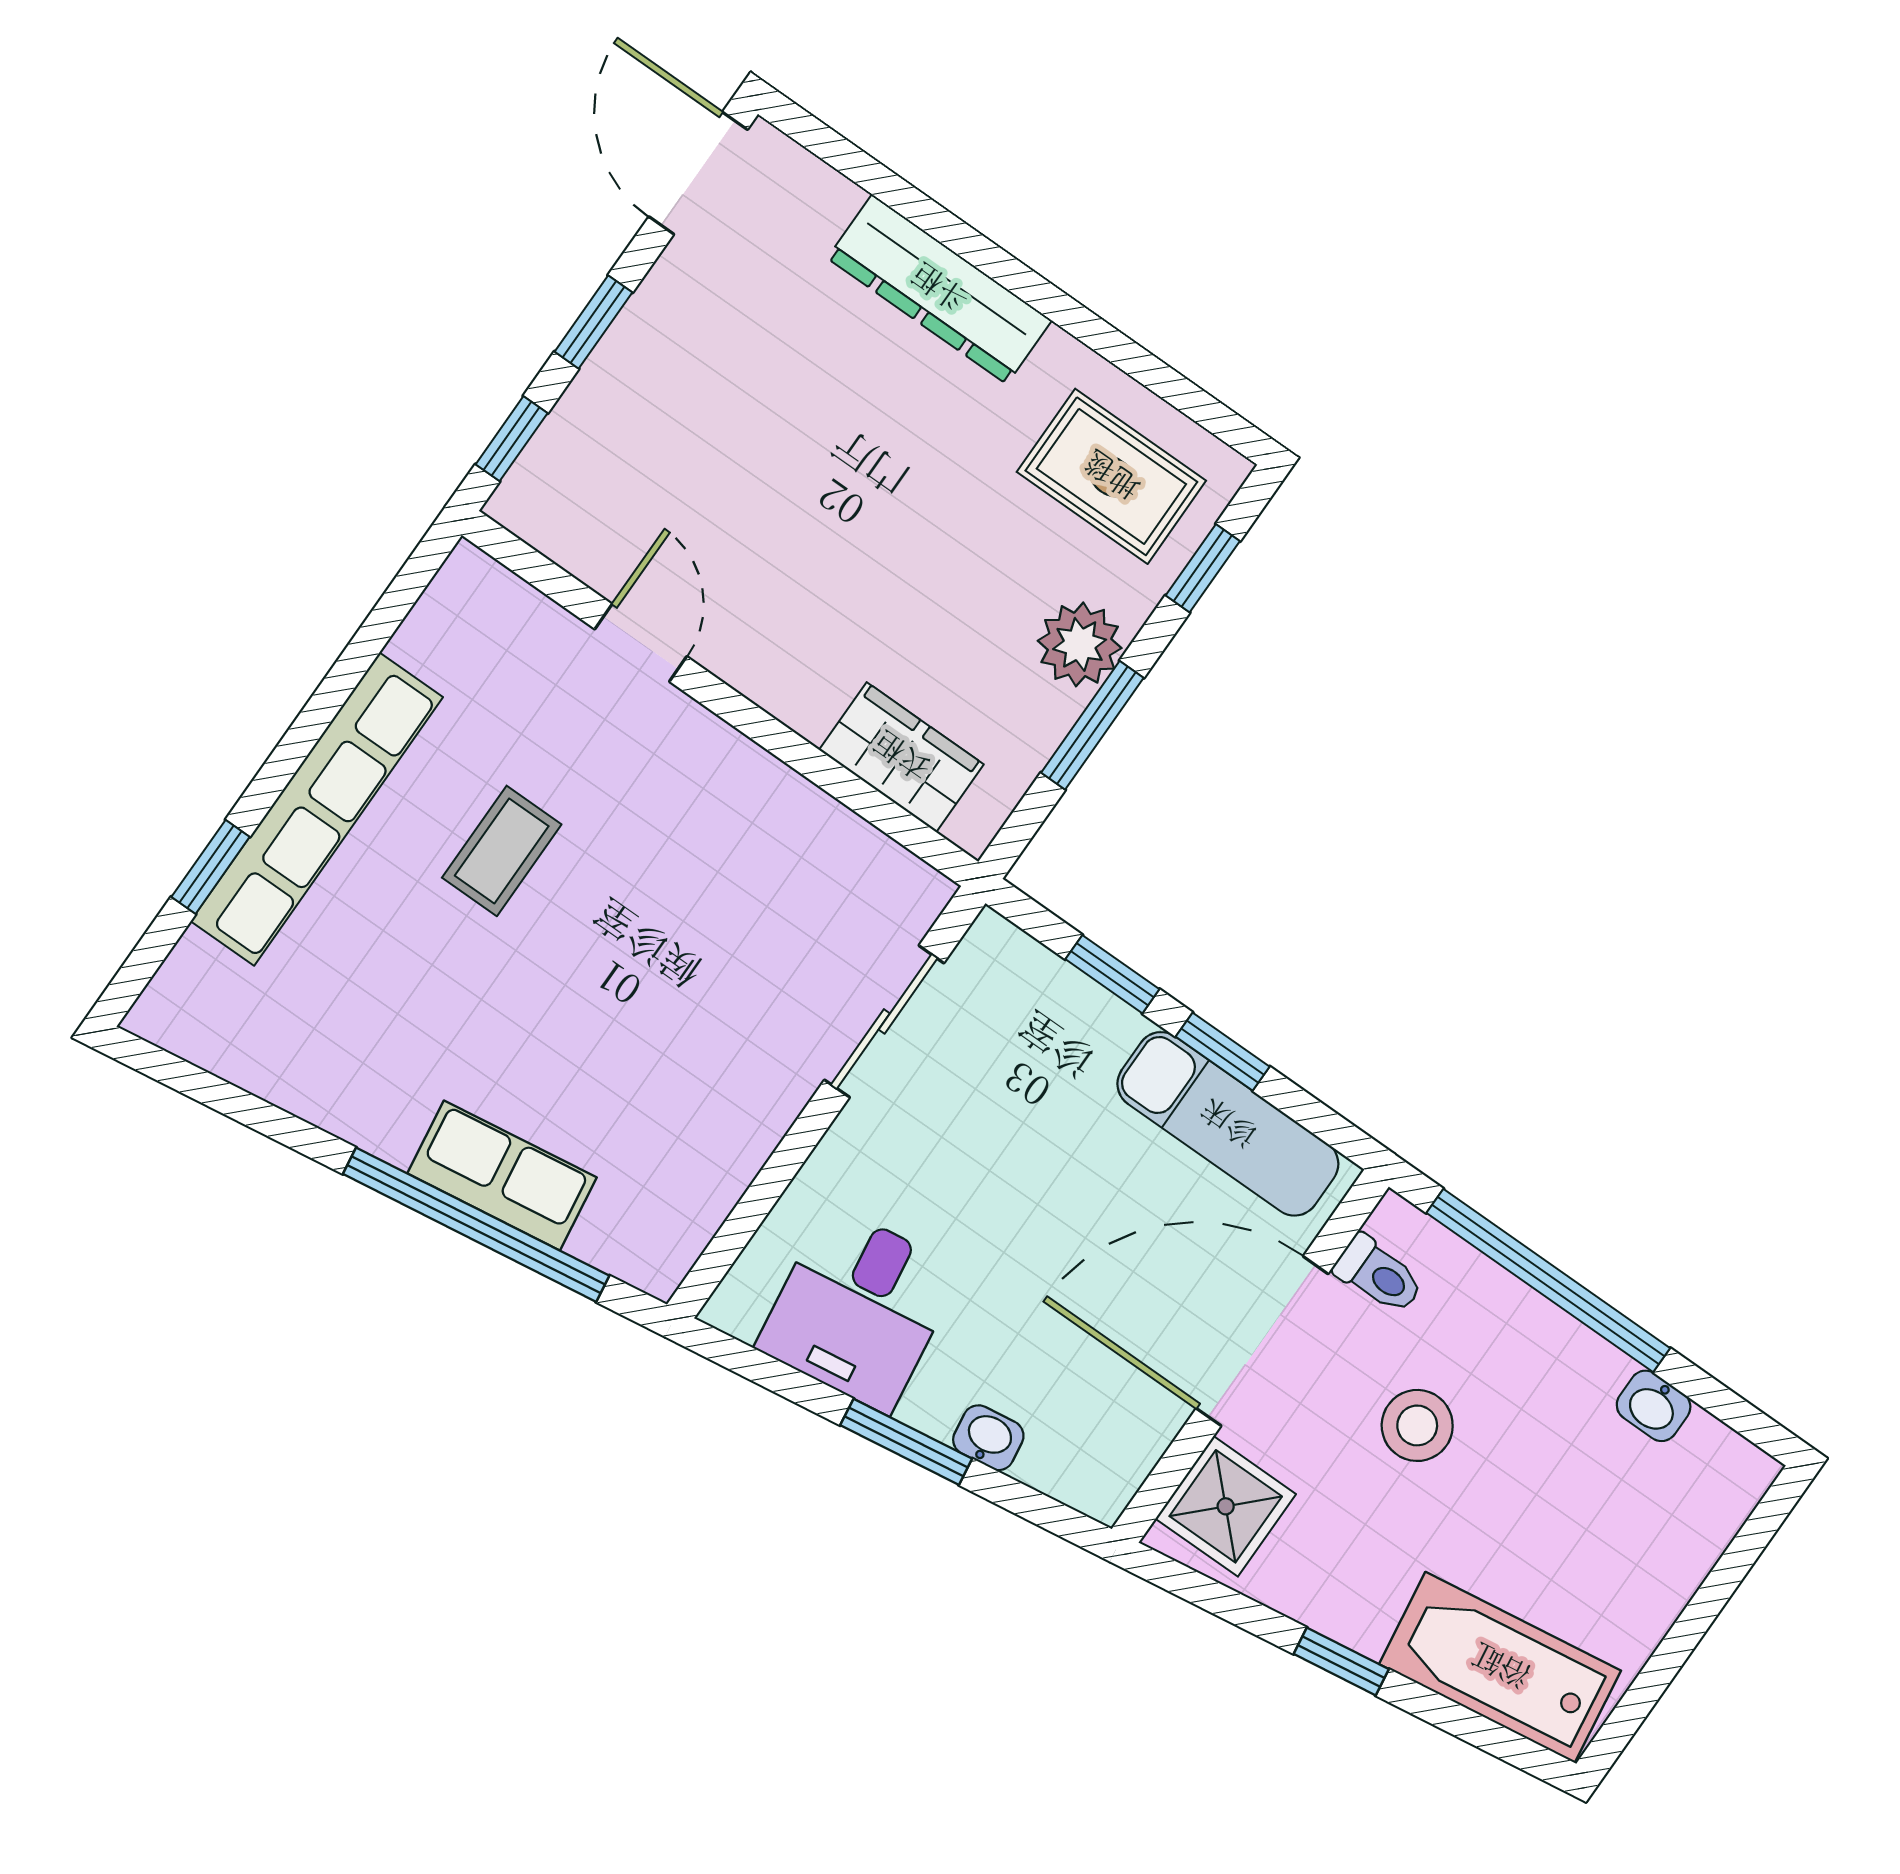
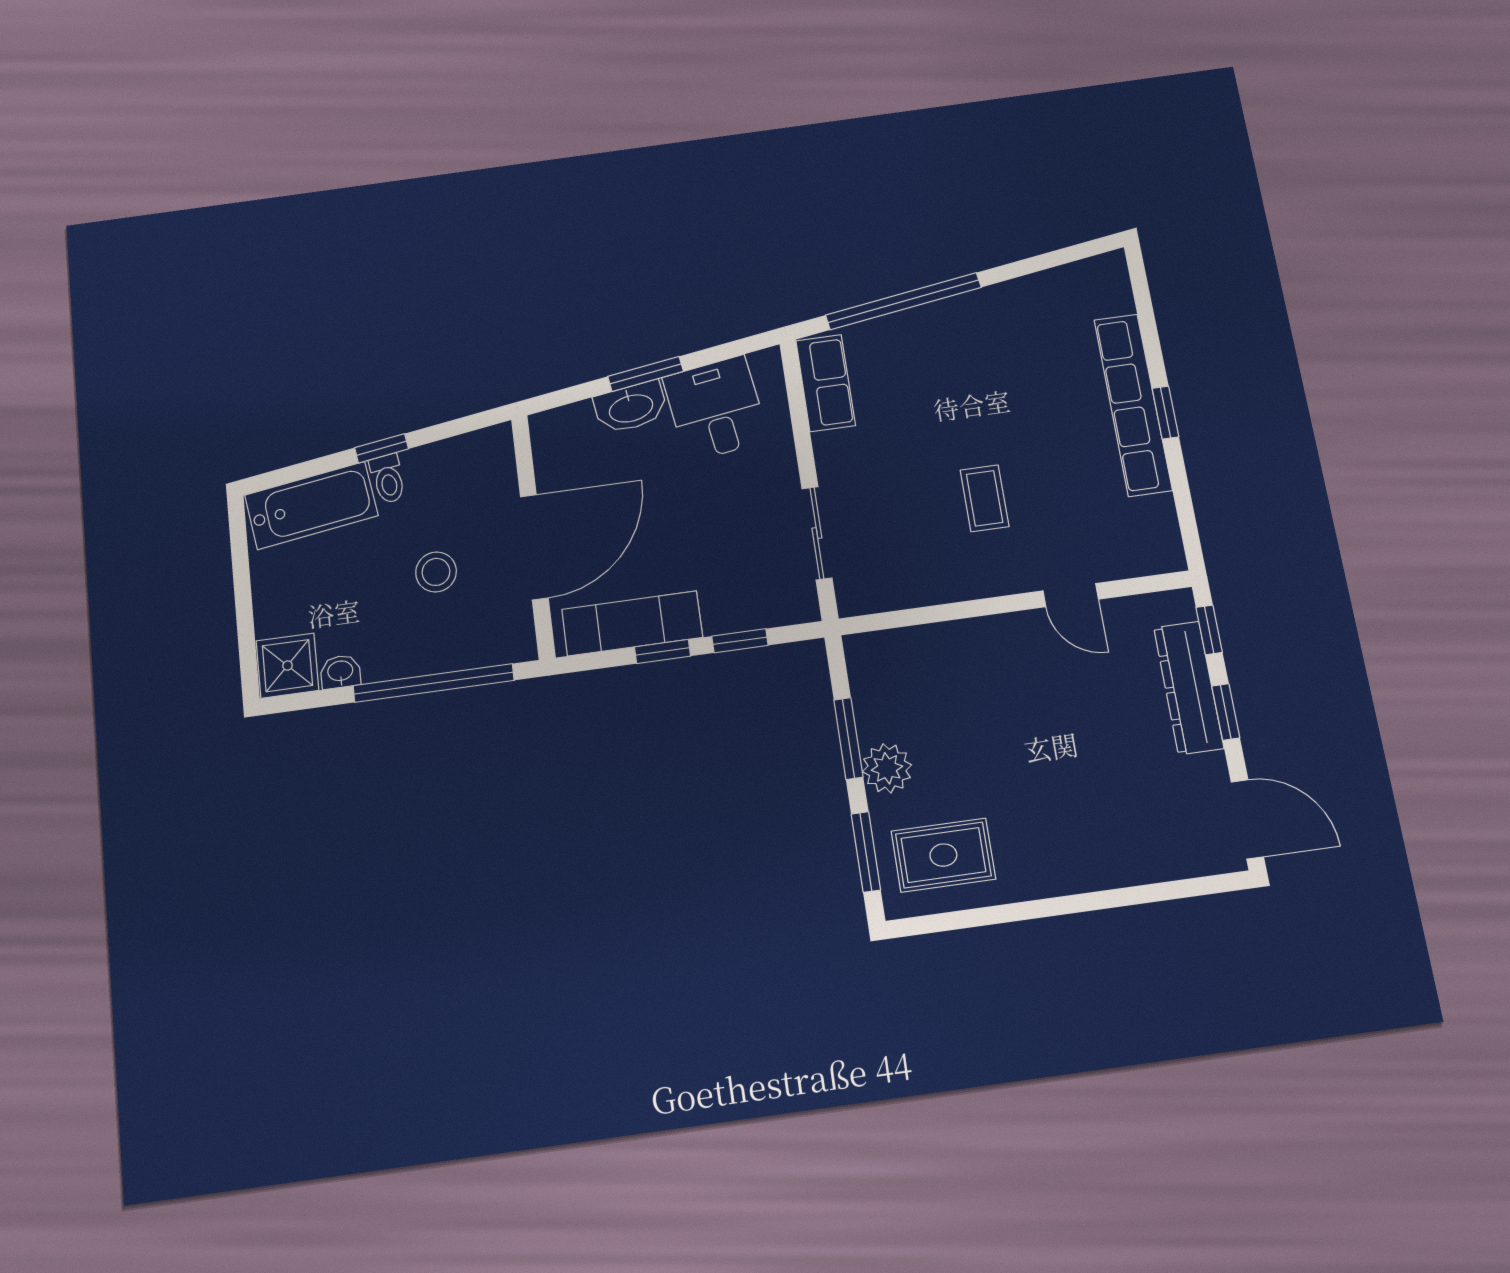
dresser: (939, 289) -> (1189, 688), moved, turned -90
window: (1203, 568) -> (866, 852), width x1.50
wardrobe: (901, 757) -> (916, 649), removed
coffee table: (502, 851) -> (985, 498), moved
window: (211, 867) -> (1165, 413), moved
row of seats: (502, 1175) -> (826, 383), moved, turned -82
toilet: (1379, 1275) -> (388, 479), moved, turned -98
washbasin: (988, 1438) -> (631, 407), width x1.91, depth x1.45
shower: (1226, 1506) -> (287, 666), moved

